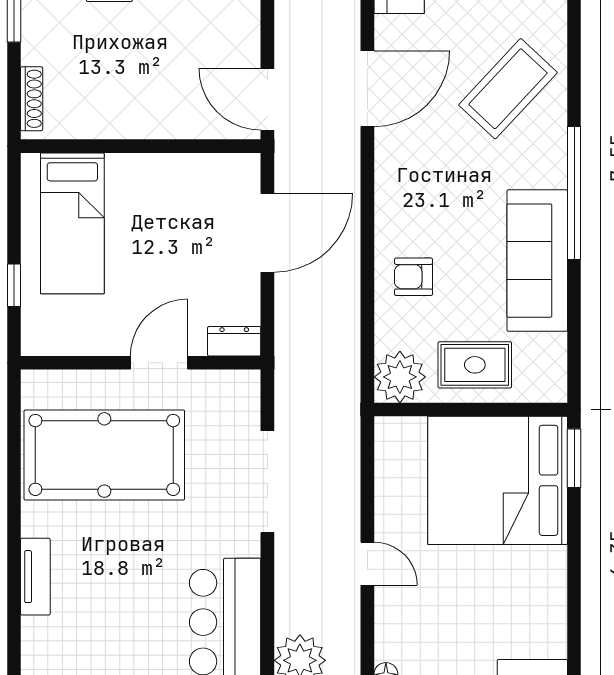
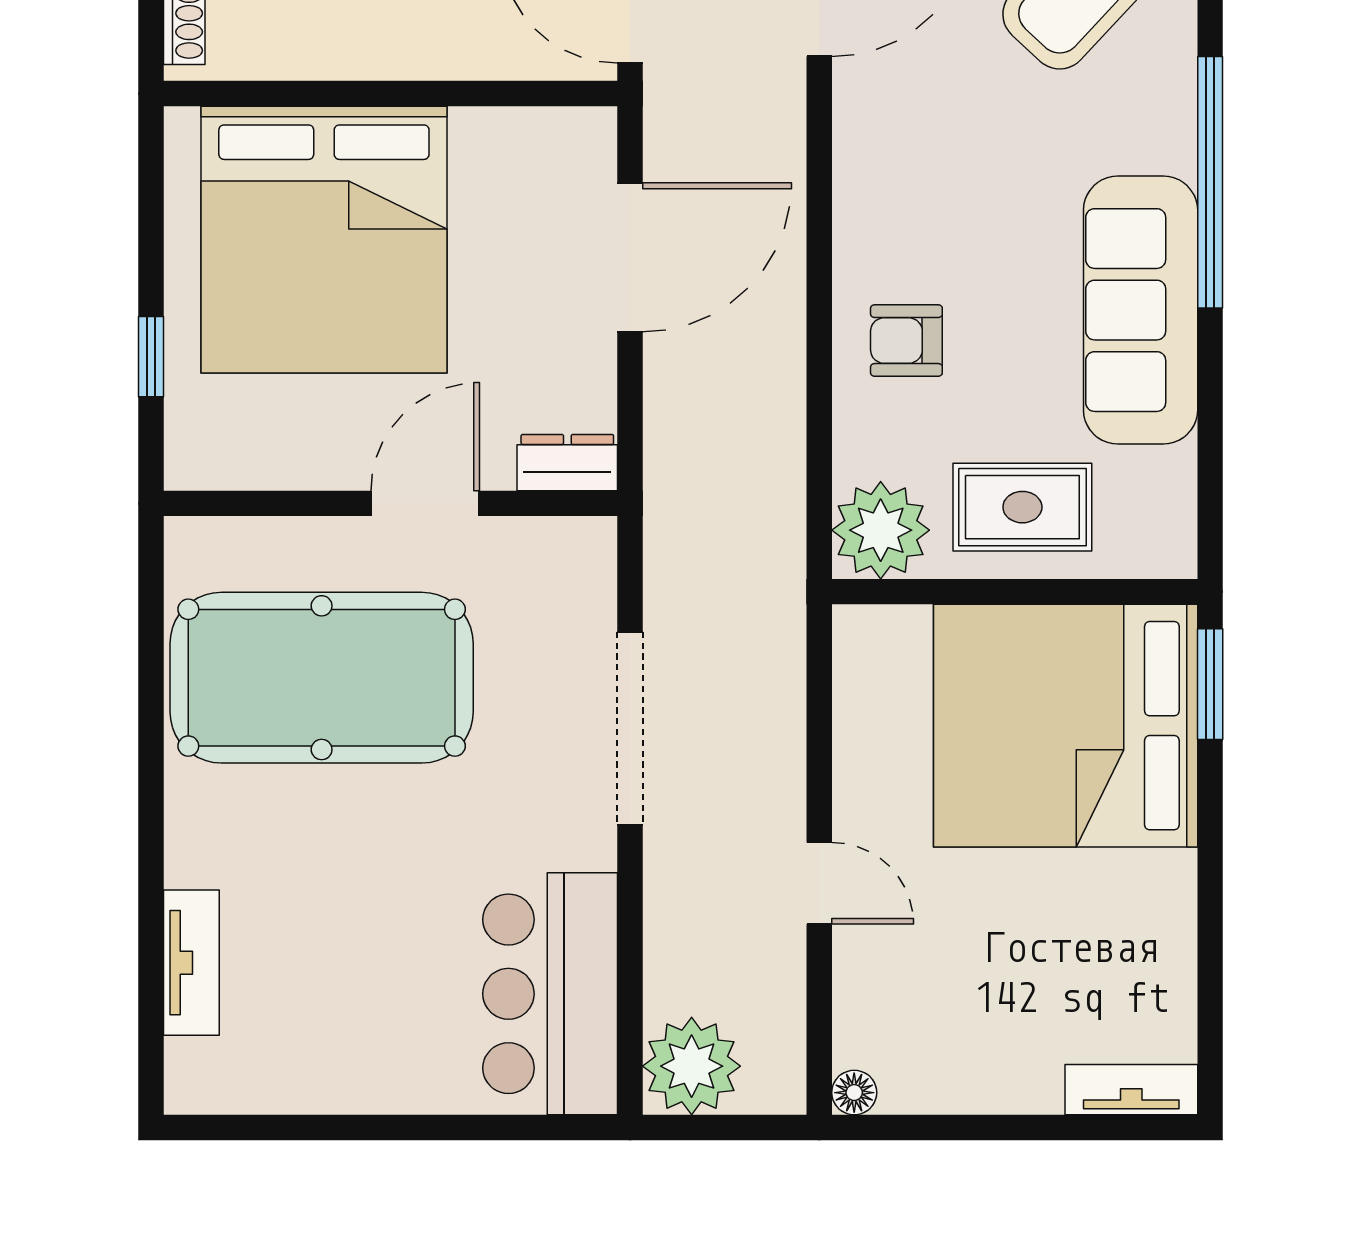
bed: (72, 223) -> (324, 240), width x2.04
tv unit: (35, 577) -> (191, 963), moved

